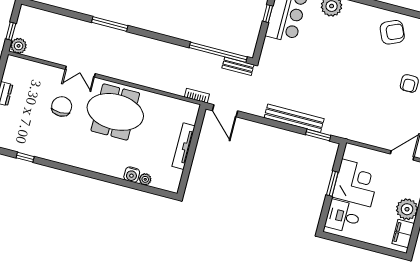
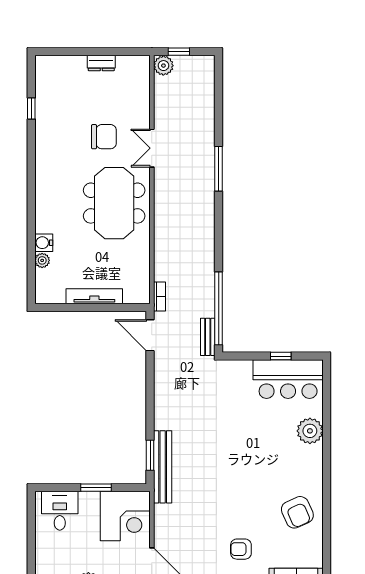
door: (225, 111) -> (150, 335), hinge flipped
bench: (294, 118) -> (163, 467), moved
corner desk: (356, 183) -> (125, 516), moved

